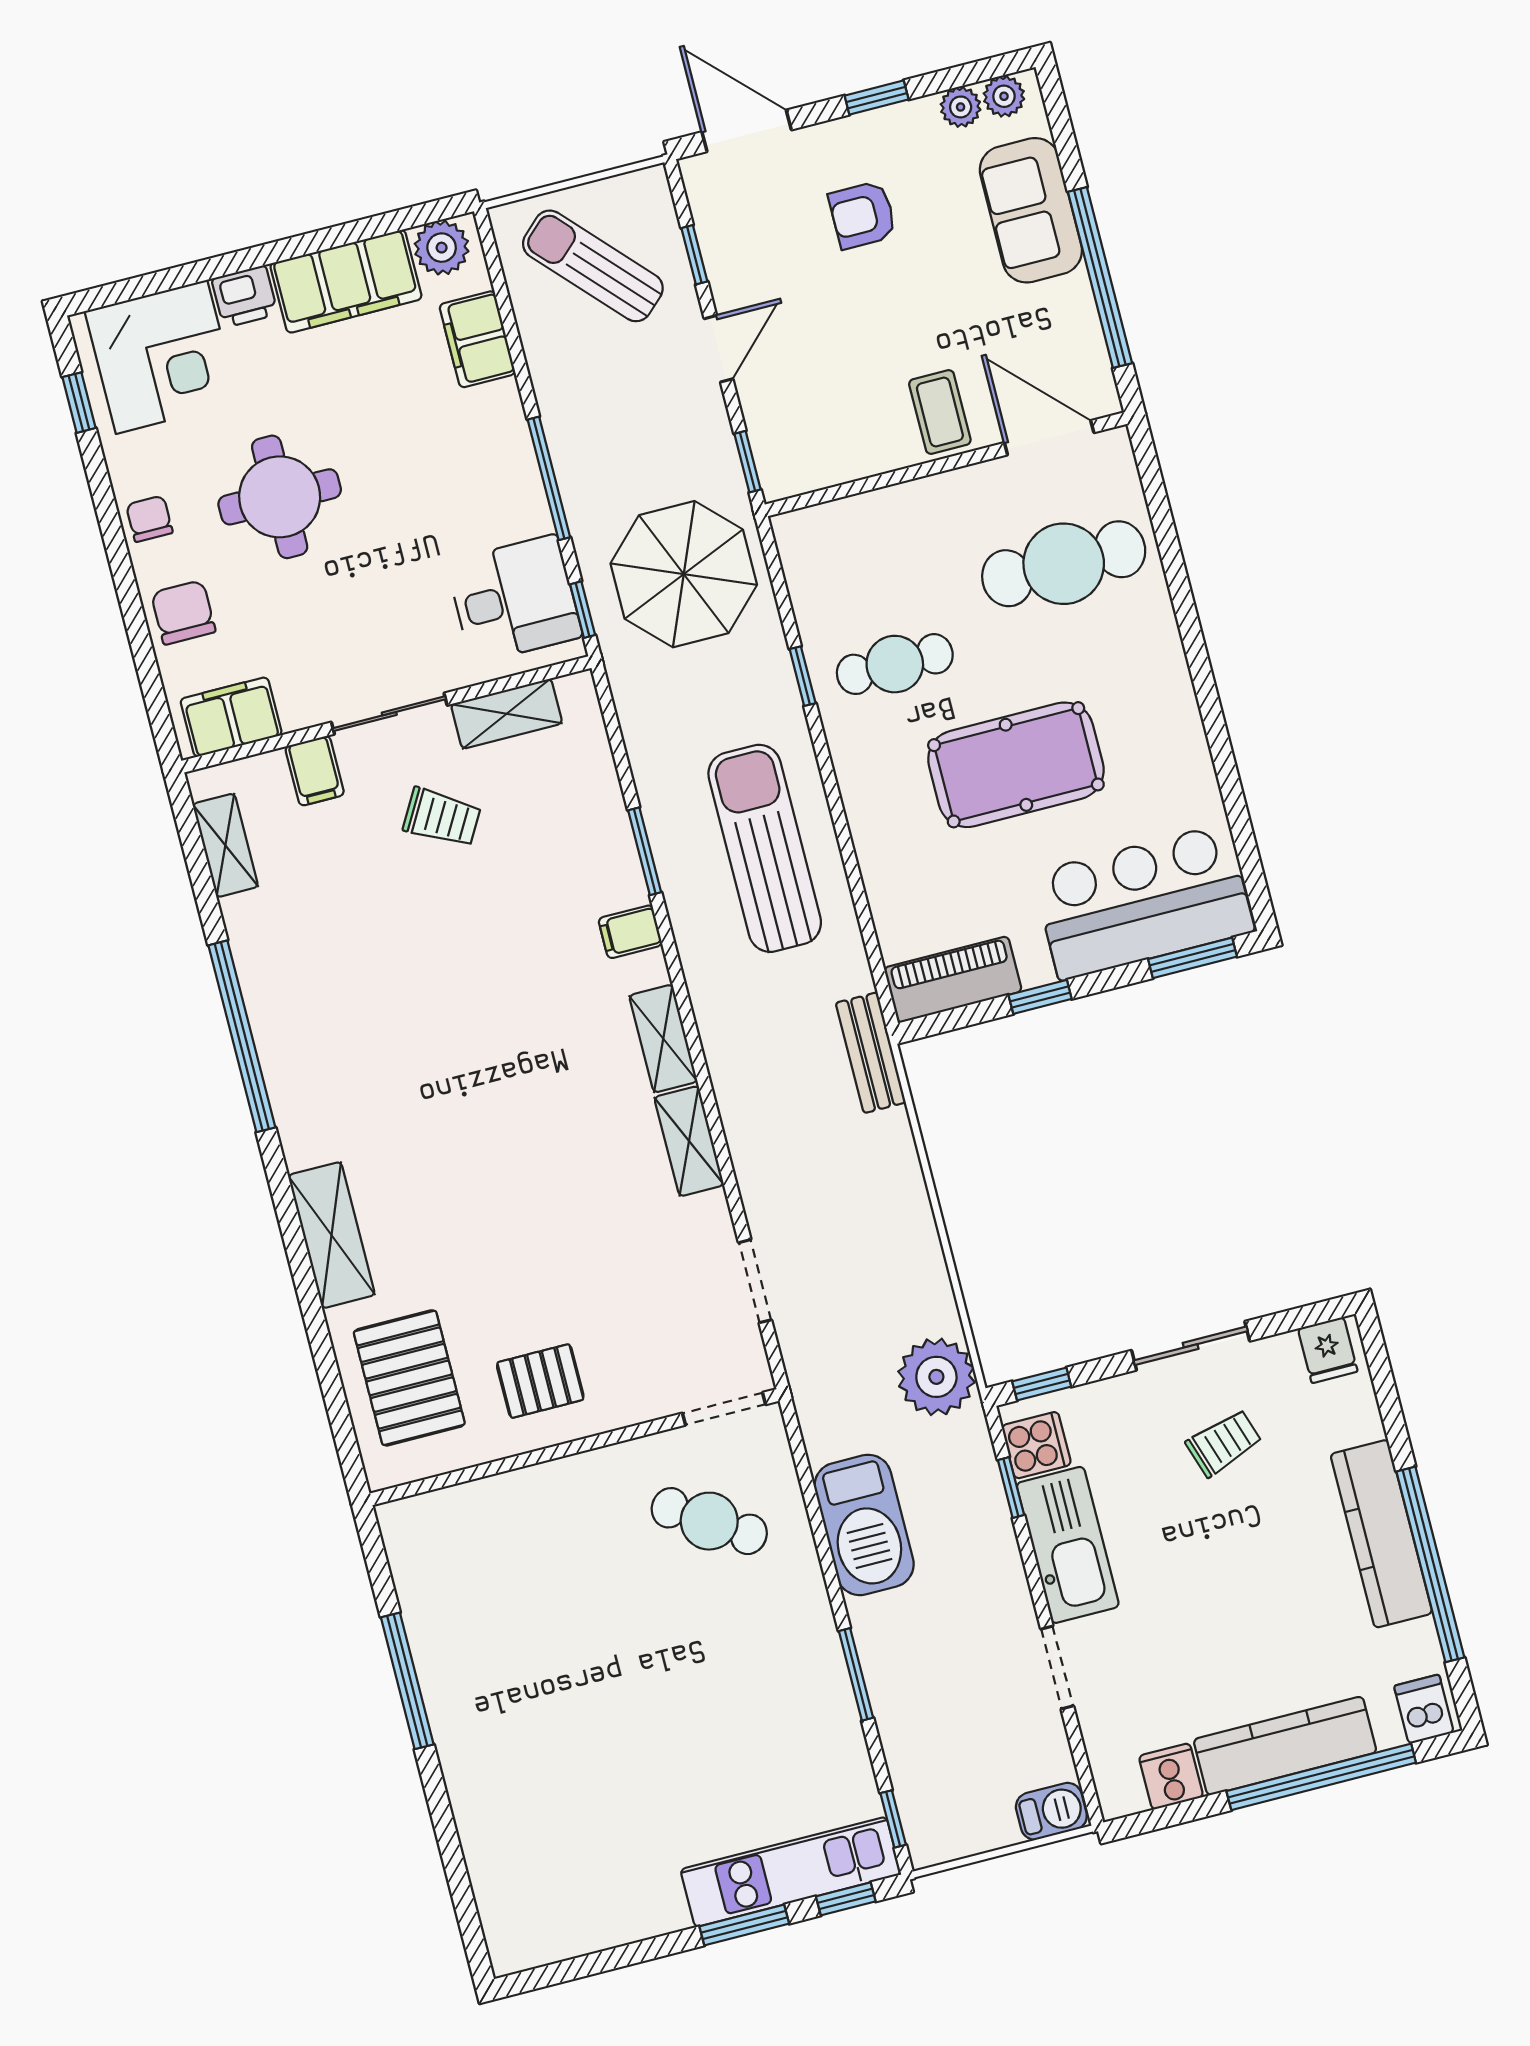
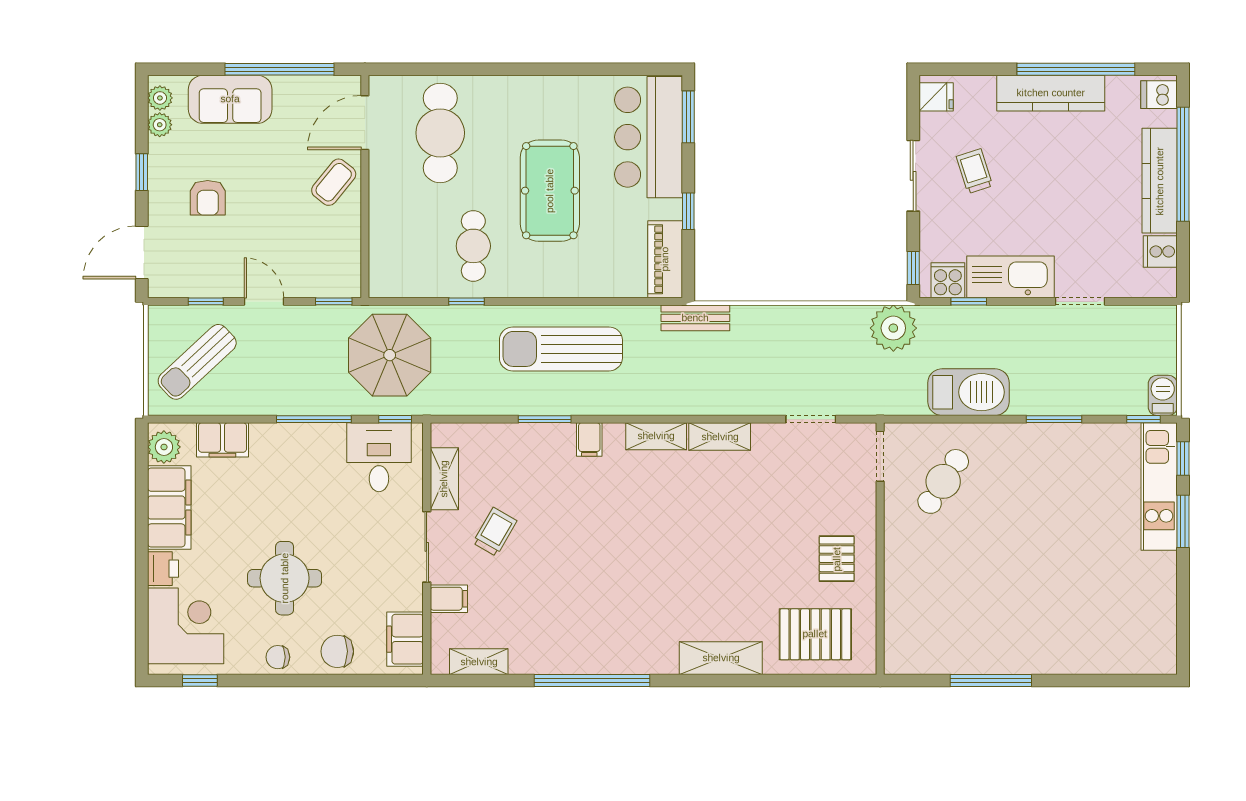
coffee table: (940, 412) -> (334, 182), turned -51
barbecue: (1051, 1811) -> (1163, 395), moved

